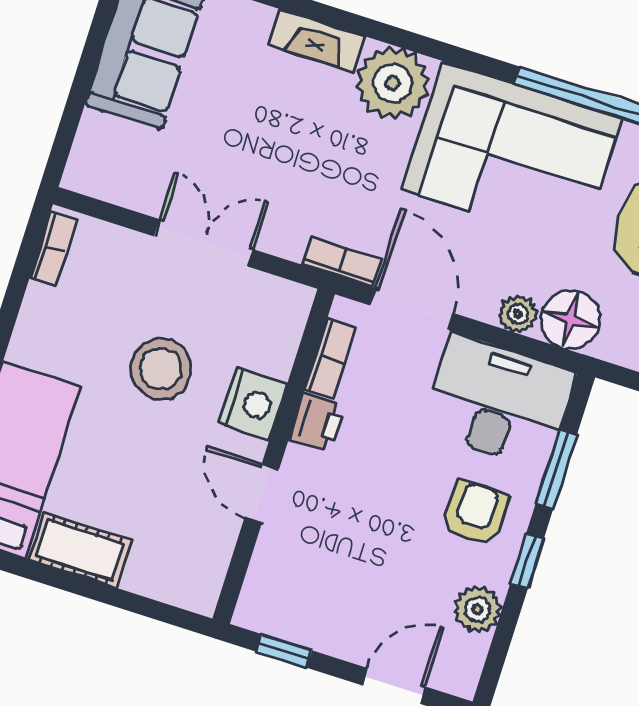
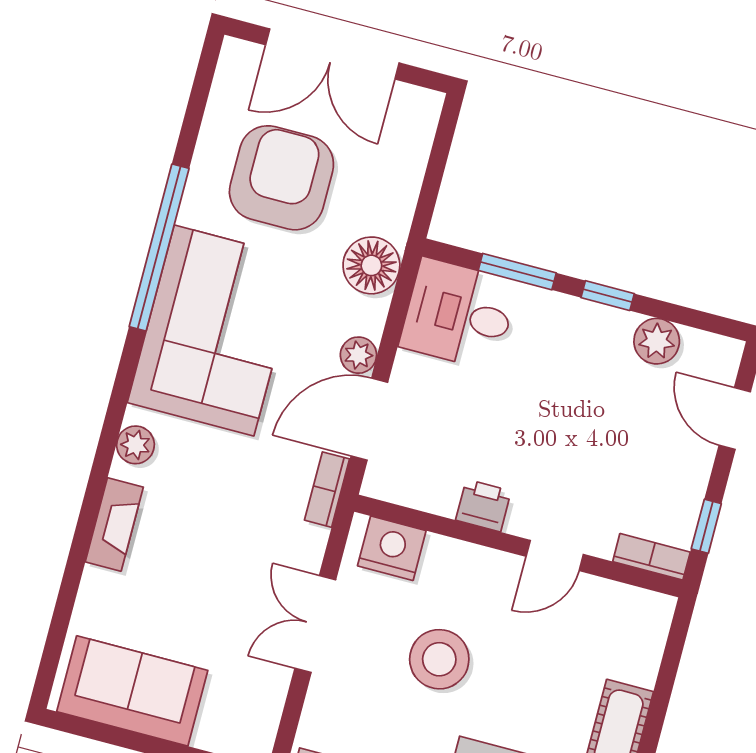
plant: (393, 83) -> (135, 445), width x0.53, depth x0.53
plant: (518, 314) -> (358, 355), moved
bookcase: (330, 358) -> (651, 557), moved
desk: (498, 401) -> (459, 314), width x0.73
nightstand: (253, 404) -> (392, 548), moved
armchair: (476, 513) -> (564, 348), removed

